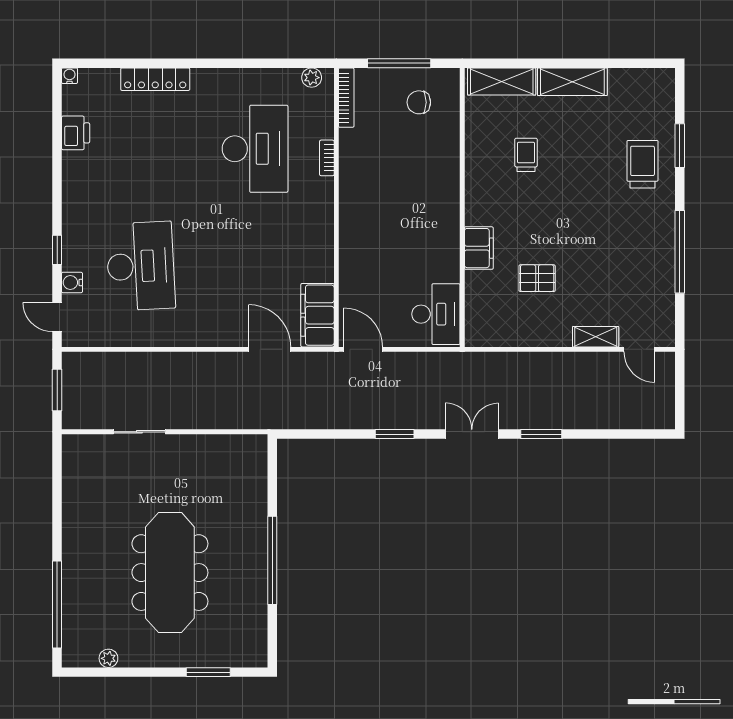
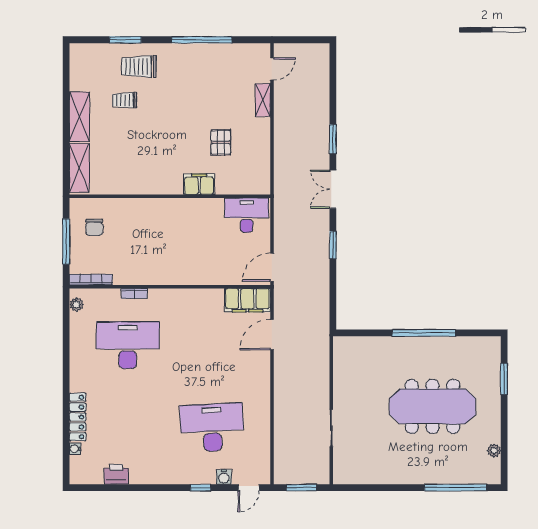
water cooler: (70, 76) -> (75, 449), moved
trolley: (526, 155) -> (125, 100), moved

